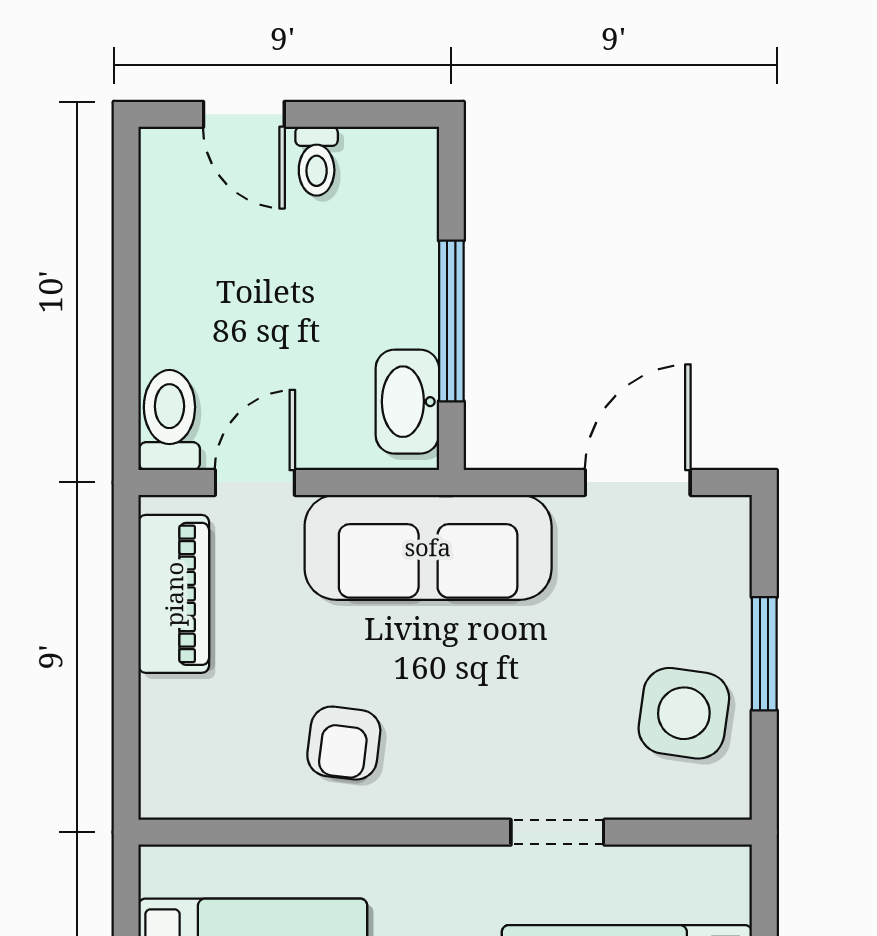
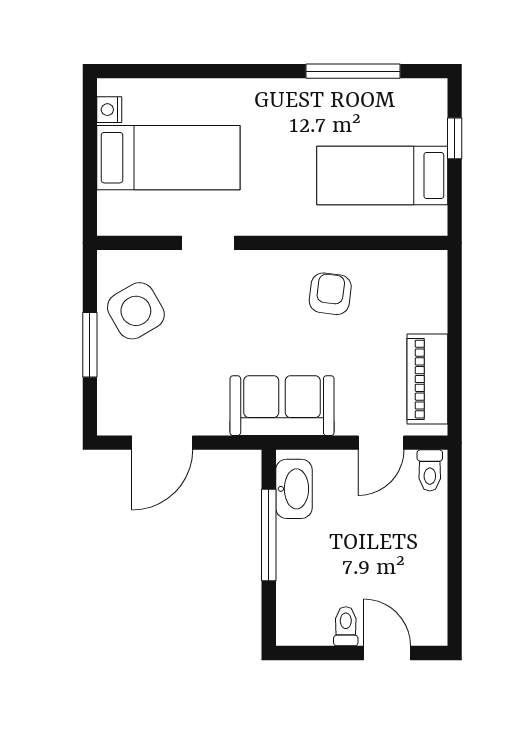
toilet: (169, 420) -> (430, 470), width x0.73, depth x0.72
sofa: (428, 547) -> (282, 406), width x0.73
side table: (684, 713) -> (136, 311), turned -38

